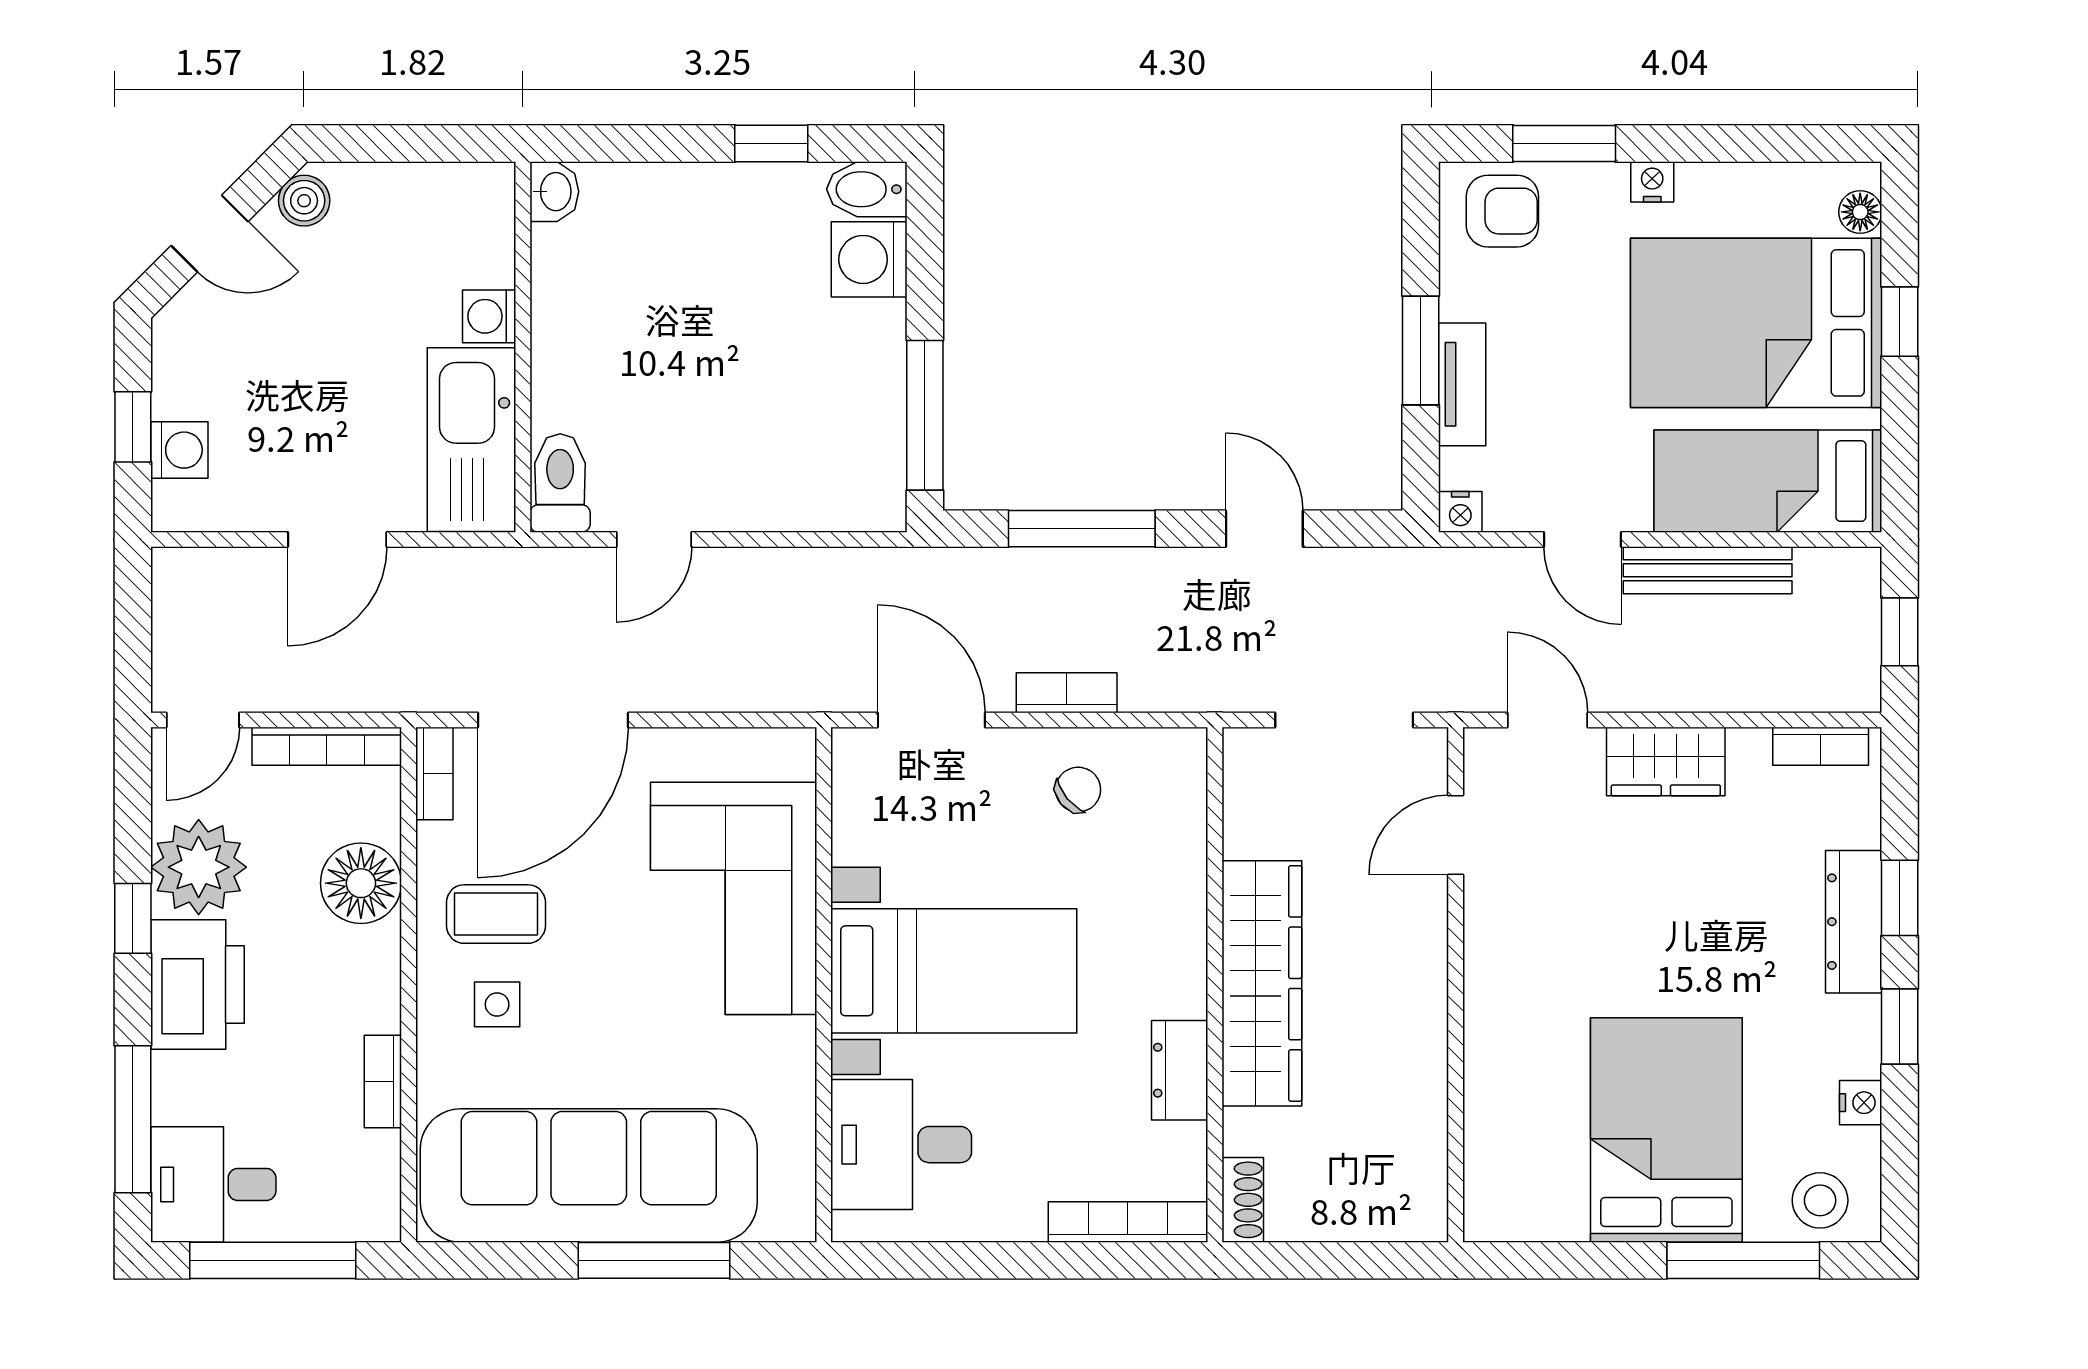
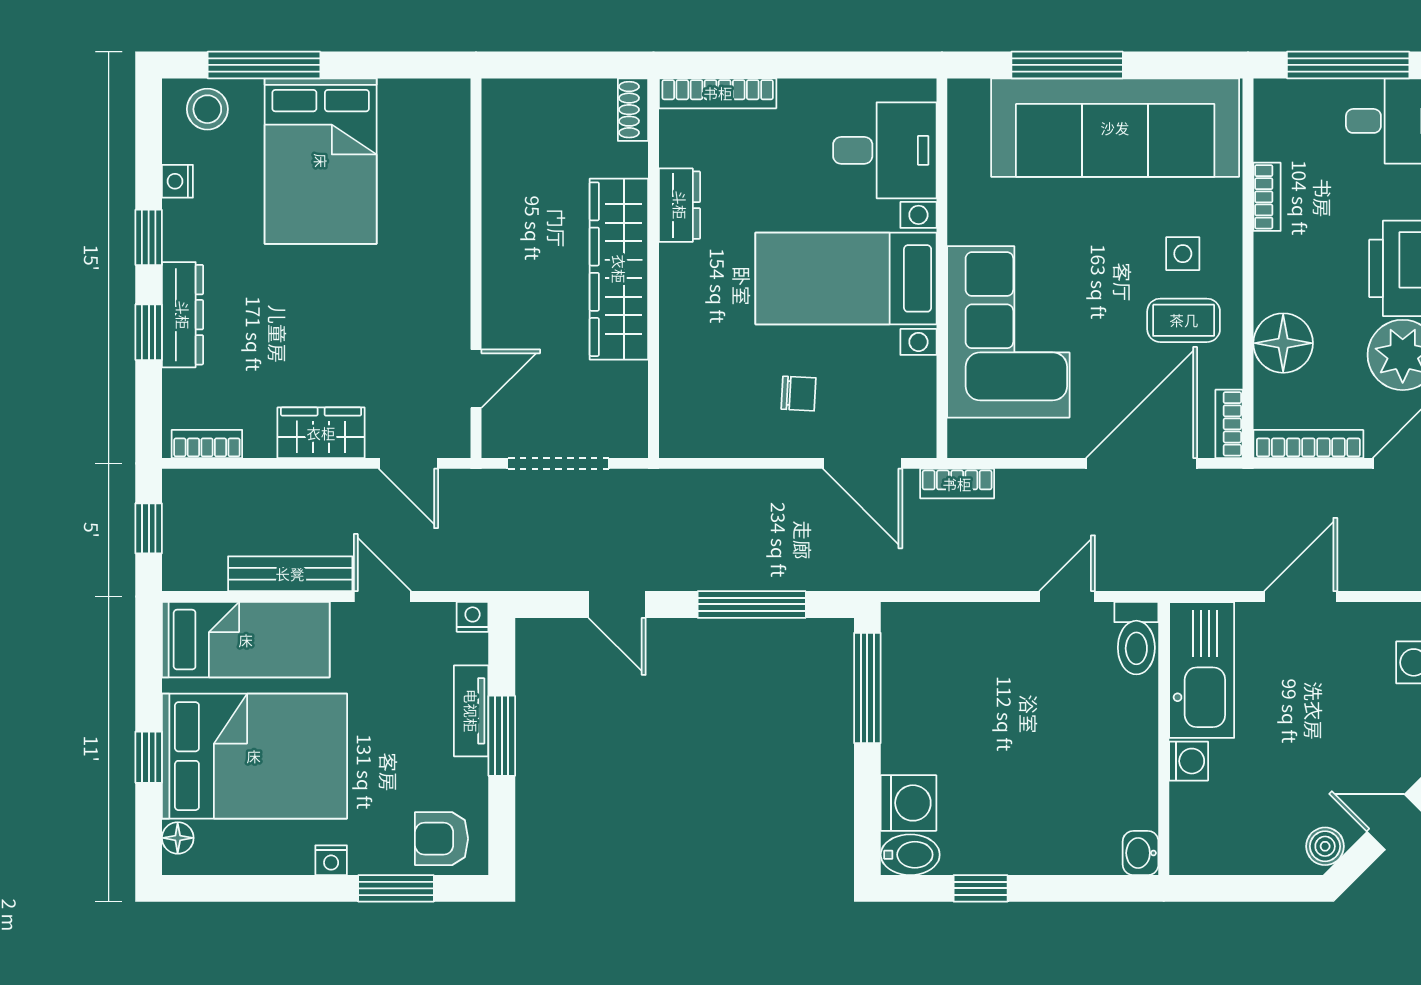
bookcase: (1067, 693) -> (957, 484), moved
chair: (1078, 790) -> (799, 394), moved, turned -137

